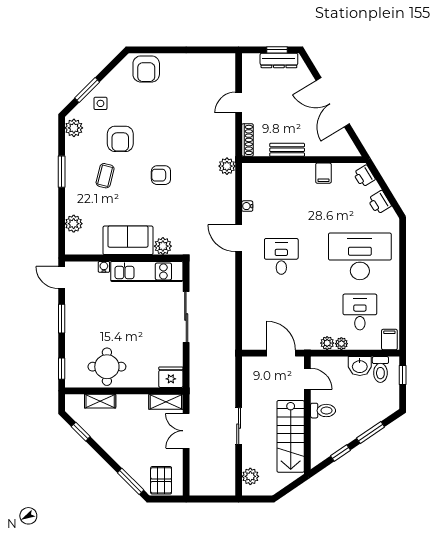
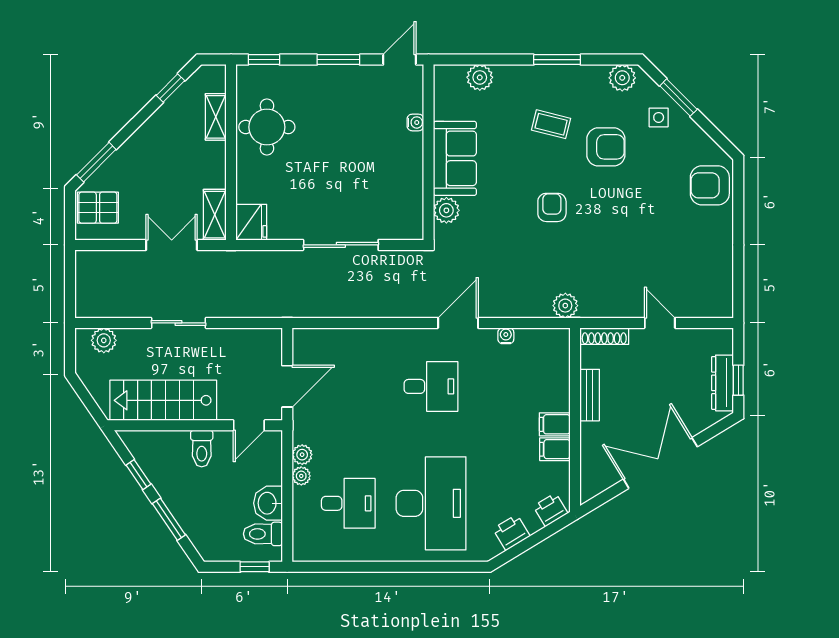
armchair: (120, 139) -> (606, 147), turned 180
kitchen unit: (147, 271) -> (409, 186), removed
filing cabinet: (389, 340) -> (555, 424), moved, turned 180

